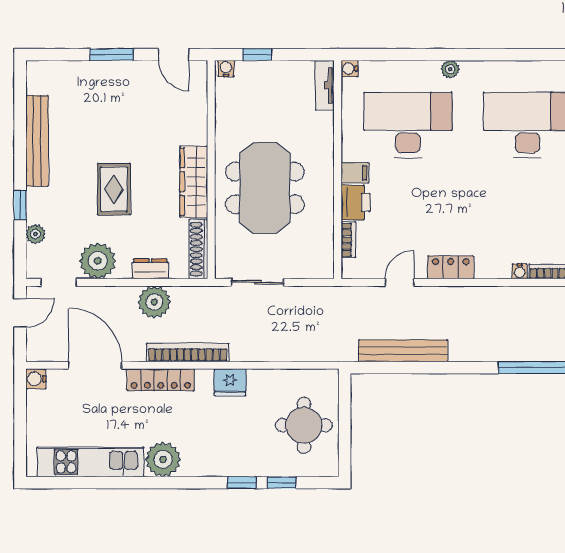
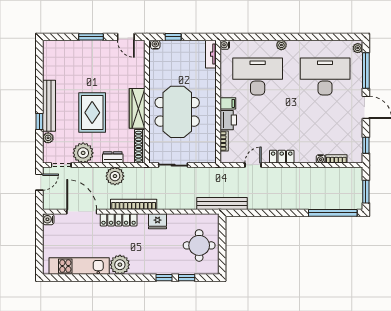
bench: (37, 141) -> (49, 106), moved
rug: (114, 189) -> (92, 113), width x1.36, depth x1.43
bench: (403, 351) -> (222, 204), moved

